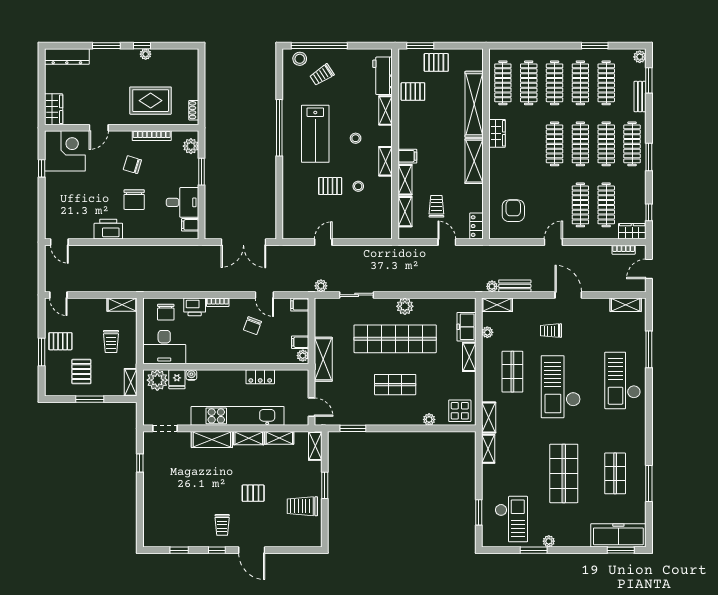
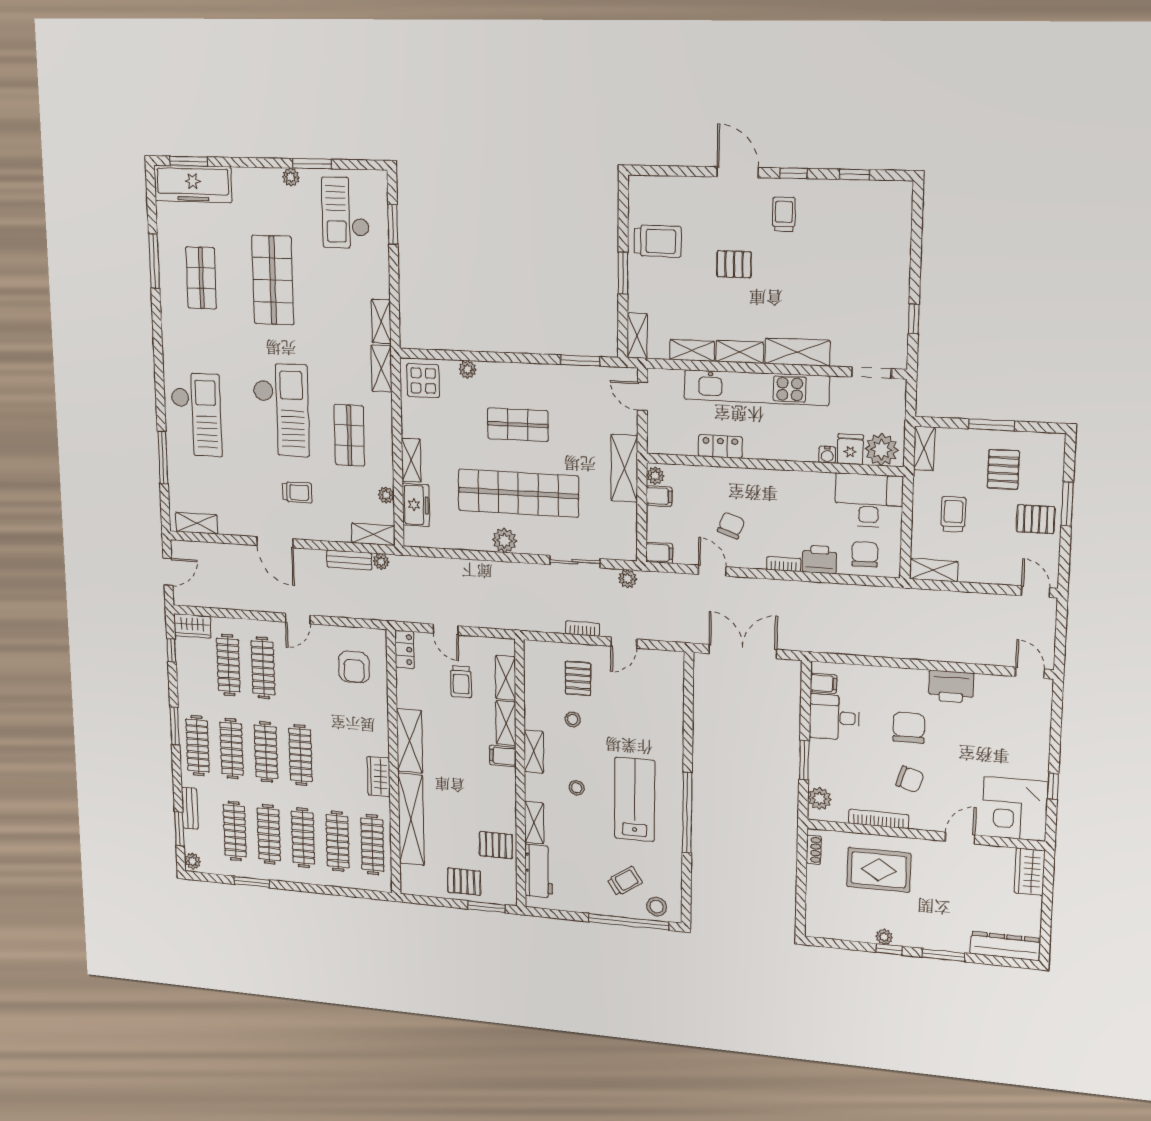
pallet: (330, 186) -> (578, 678), moved, turned 90
bookcase: (624, 250) -> (582, 629), moved

